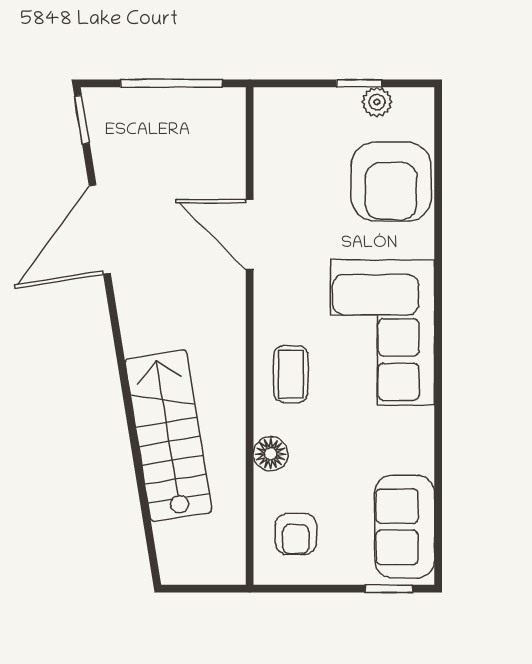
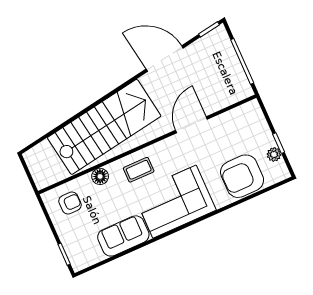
stairs: (169, 436) -> (104, 127), width x1.36, depth x1.51
sofa: (405, 527) -> (123, 236), moved
armchair: (296, 534) -> (70, 203), turned 180

